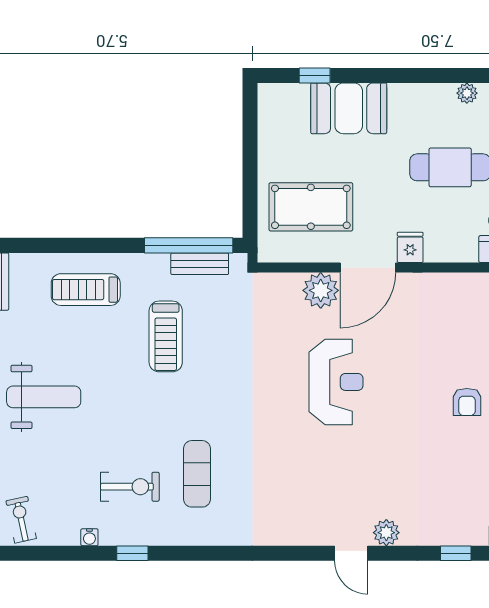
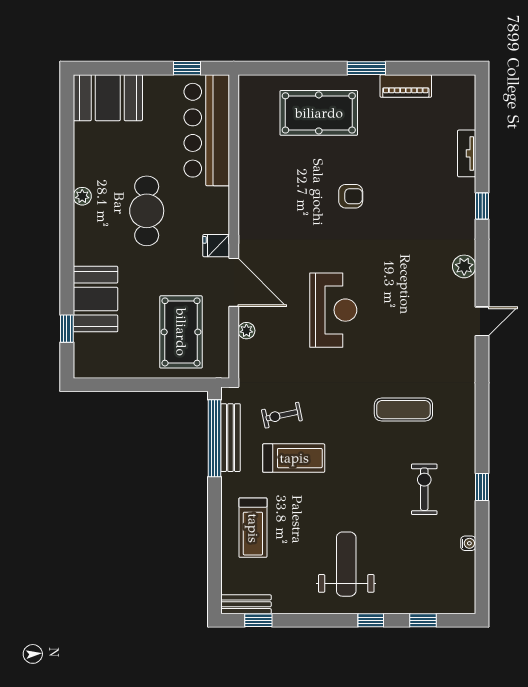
bench: (200, 264) -> (230, 438), width x1.36
plant: (321, 290) -> (246, 331), width x0.53, depth x0.53
reception desk: (336, 382) -> (333, 310), turned 90
exercise mat: (197, 474) -> (403, 410), moved
exercise bike: (21, 520) -> (282, 415), moved
water cooler: (89, 537) -> (468, 543), moved
door: (351, 553) -> (482, 321), moved

